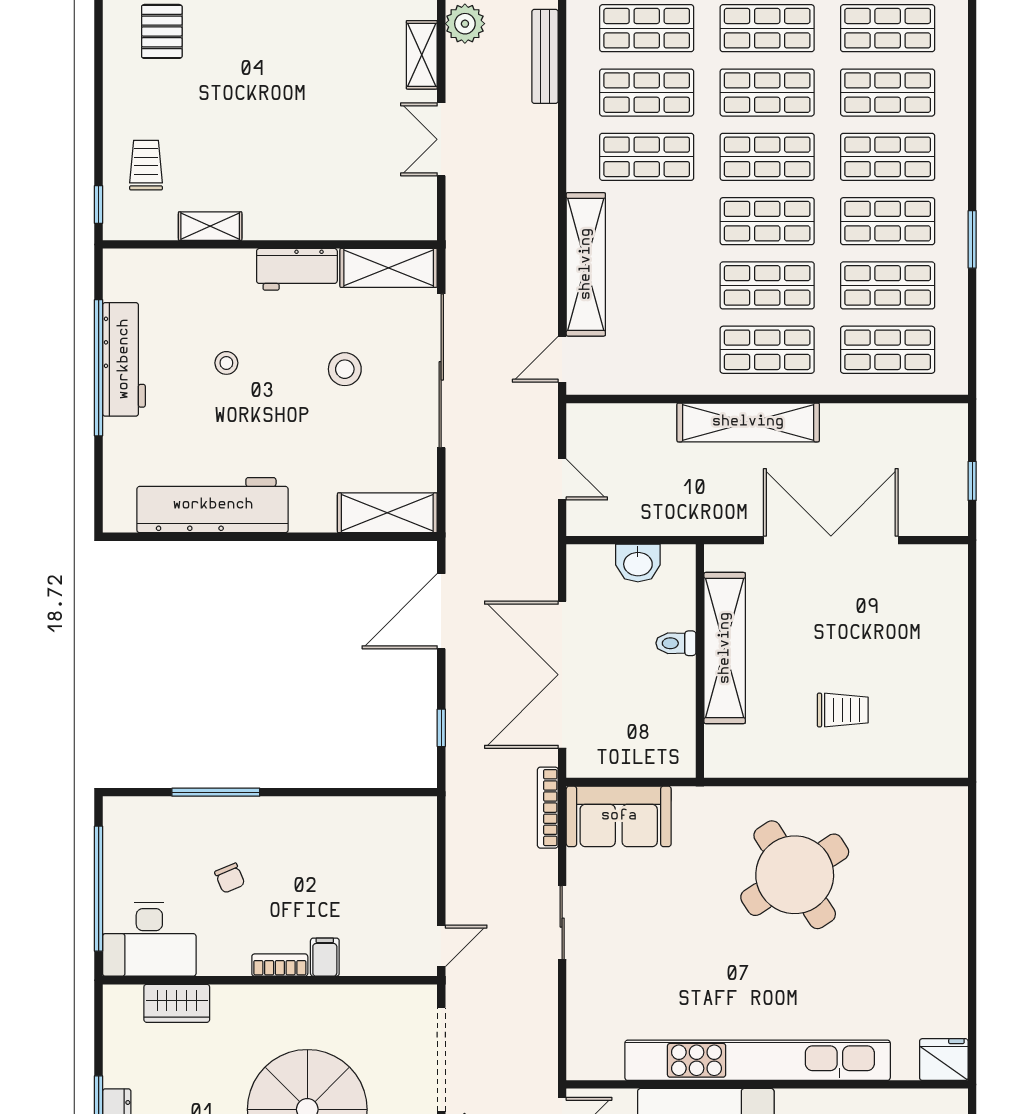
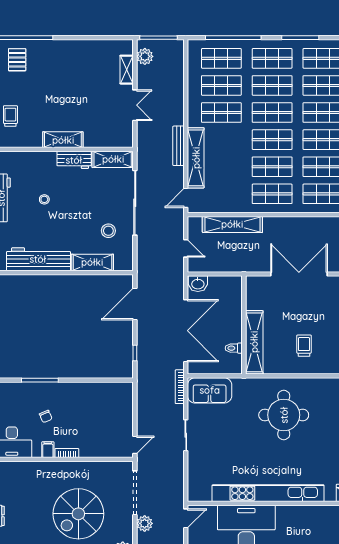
bench: (545, 56) -> (179, 146), moved
double door: (441, 139) -> (135, 105), swing flipped
shelving: (210, 226) -> (63, 140), moved, width x1.50, depth x1.33
stool: (345, 369) -> (108, 231), moved
shelving: (748, 422) -> (232, 224), moved
shelving: (387, 513) -> (92, 262), moved
washbasin: (638, 563) -> (198, 284), moved
toilet: (676, 643) -> (234, 348), moved
shelving: (725, 648) -> (254, 342), moved
double door: (562, 675) -> (186, 331), swing flipped
trolley: (843, 710) -> (304, 346), turned -90
round table: (795, 875) -> (284, 415), turned 33
filing cabinet: (325, 957) -> (48, 450), moved
wardrobe: (177, 1003) -> (23, 469), removed

